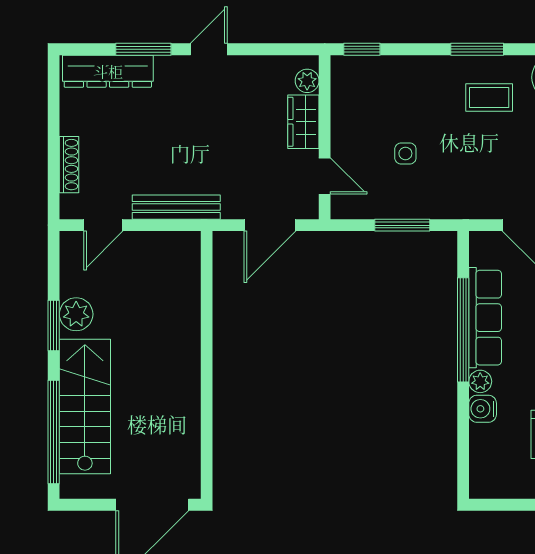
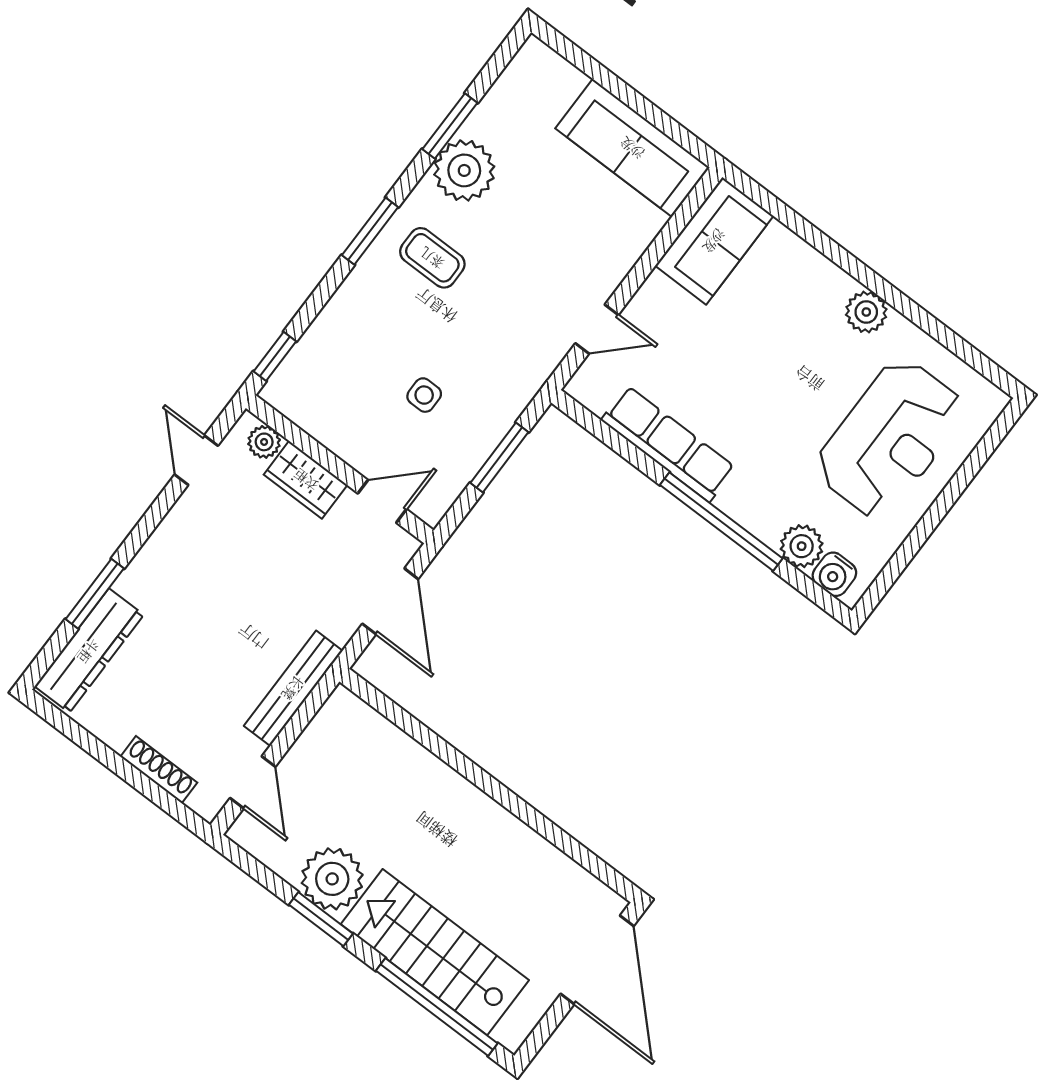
door: (209, 49) -> (196, 460), moved
coffee table: (489, 97) -> (432, 258), turned 90
plant: (76, 314) -> (332, 879), width x1.36, depth x1.36
window: (463, 330) -> (721, 522), moved
plant: (480, 381) -> (802, 546), moved, width x1.38, depth x1.38
water cooler: (483, 409) -> (834, 574), moved

